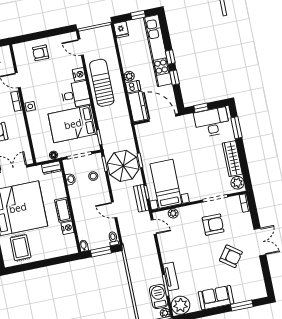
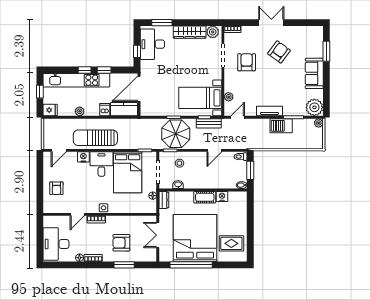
plant: (129, 76) -> (80, 111), moved
tv unit: (171, 276) -> (269, 111), moved
barbecue: (159, 296) -> (281, 126), moved

